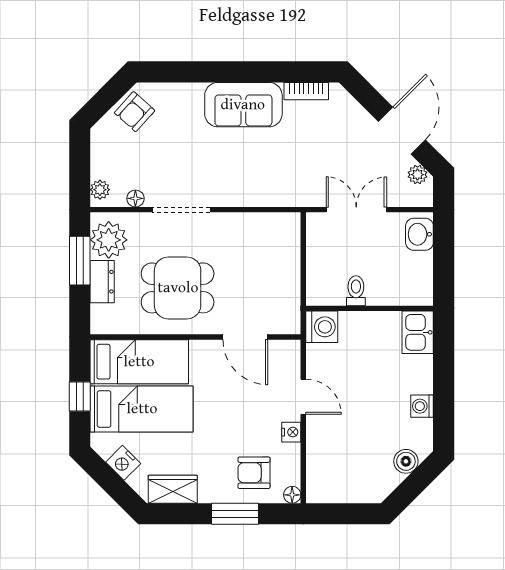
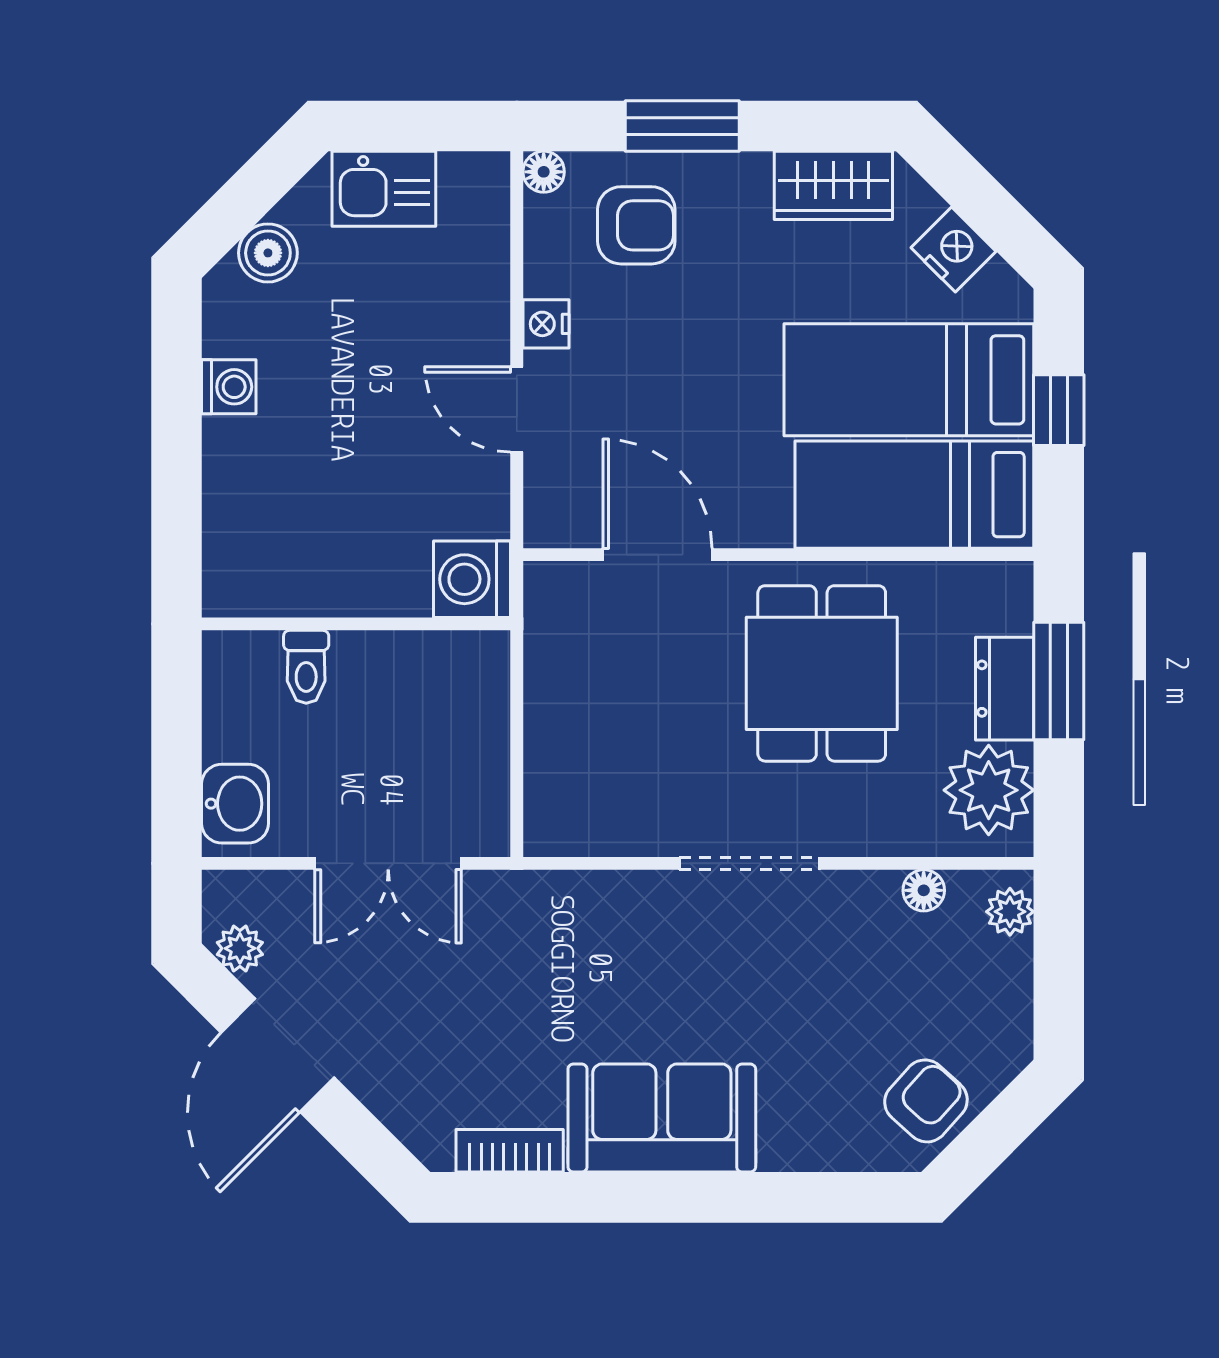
doorway: (181, 210) -> (749, 863), moved
window: (80, 261) -> (1059, 681), moved
dining table: (178, 288) -> (822, 673), turned 90
toilet: (356, 291) -> (306, 667), moved
kitchen sink: (418, 332) -> (384, 189), moved, turned 90

